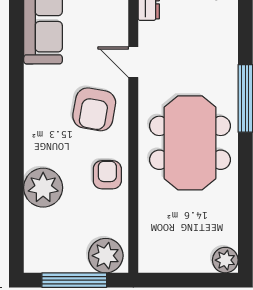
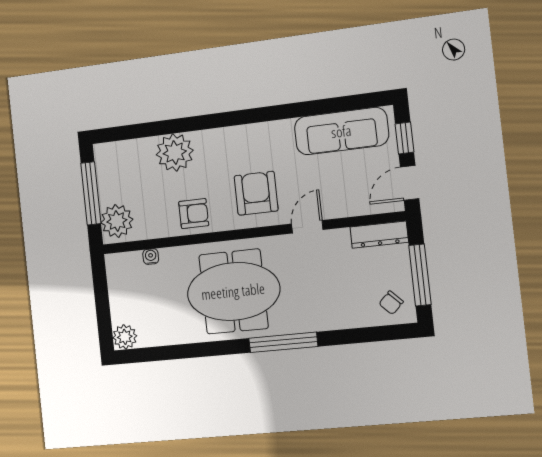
armchair: (94, 109) -> (256, 193), turned 80
water cooler: (146, 224) -> (151, 257), added

